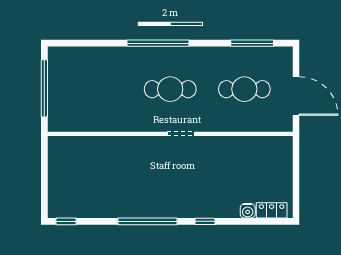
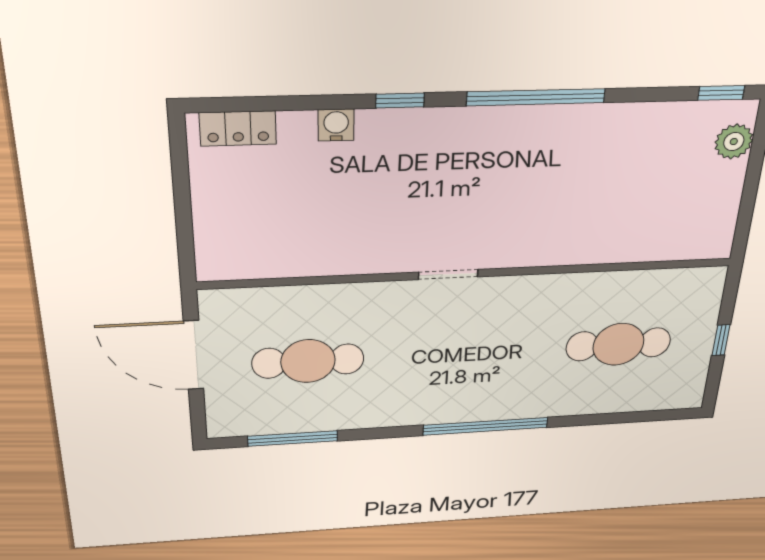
window: (44, 88) -> (721, 340), width x0.32
cafe table: (170, 89) -> (618, 344), moved
plant: (56, 198) -> (734, 142), added
water cooler: (248, 211) -> (336, 125), moved

